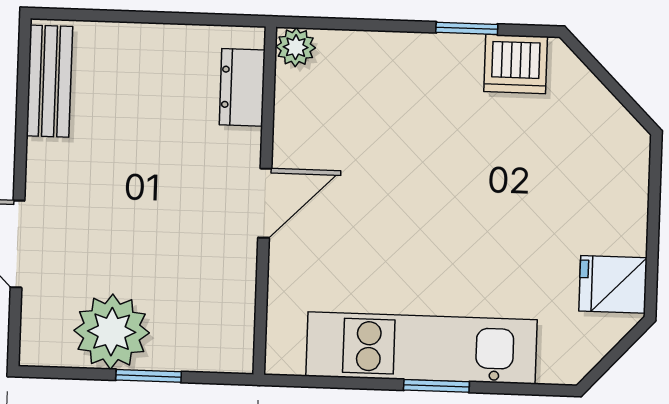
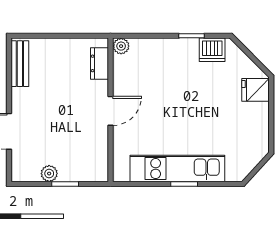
fridge: (613, 284) -> (256, 90), moved
plant: (112, 332) -> (49, 174), width x0.53, depth x0.53

